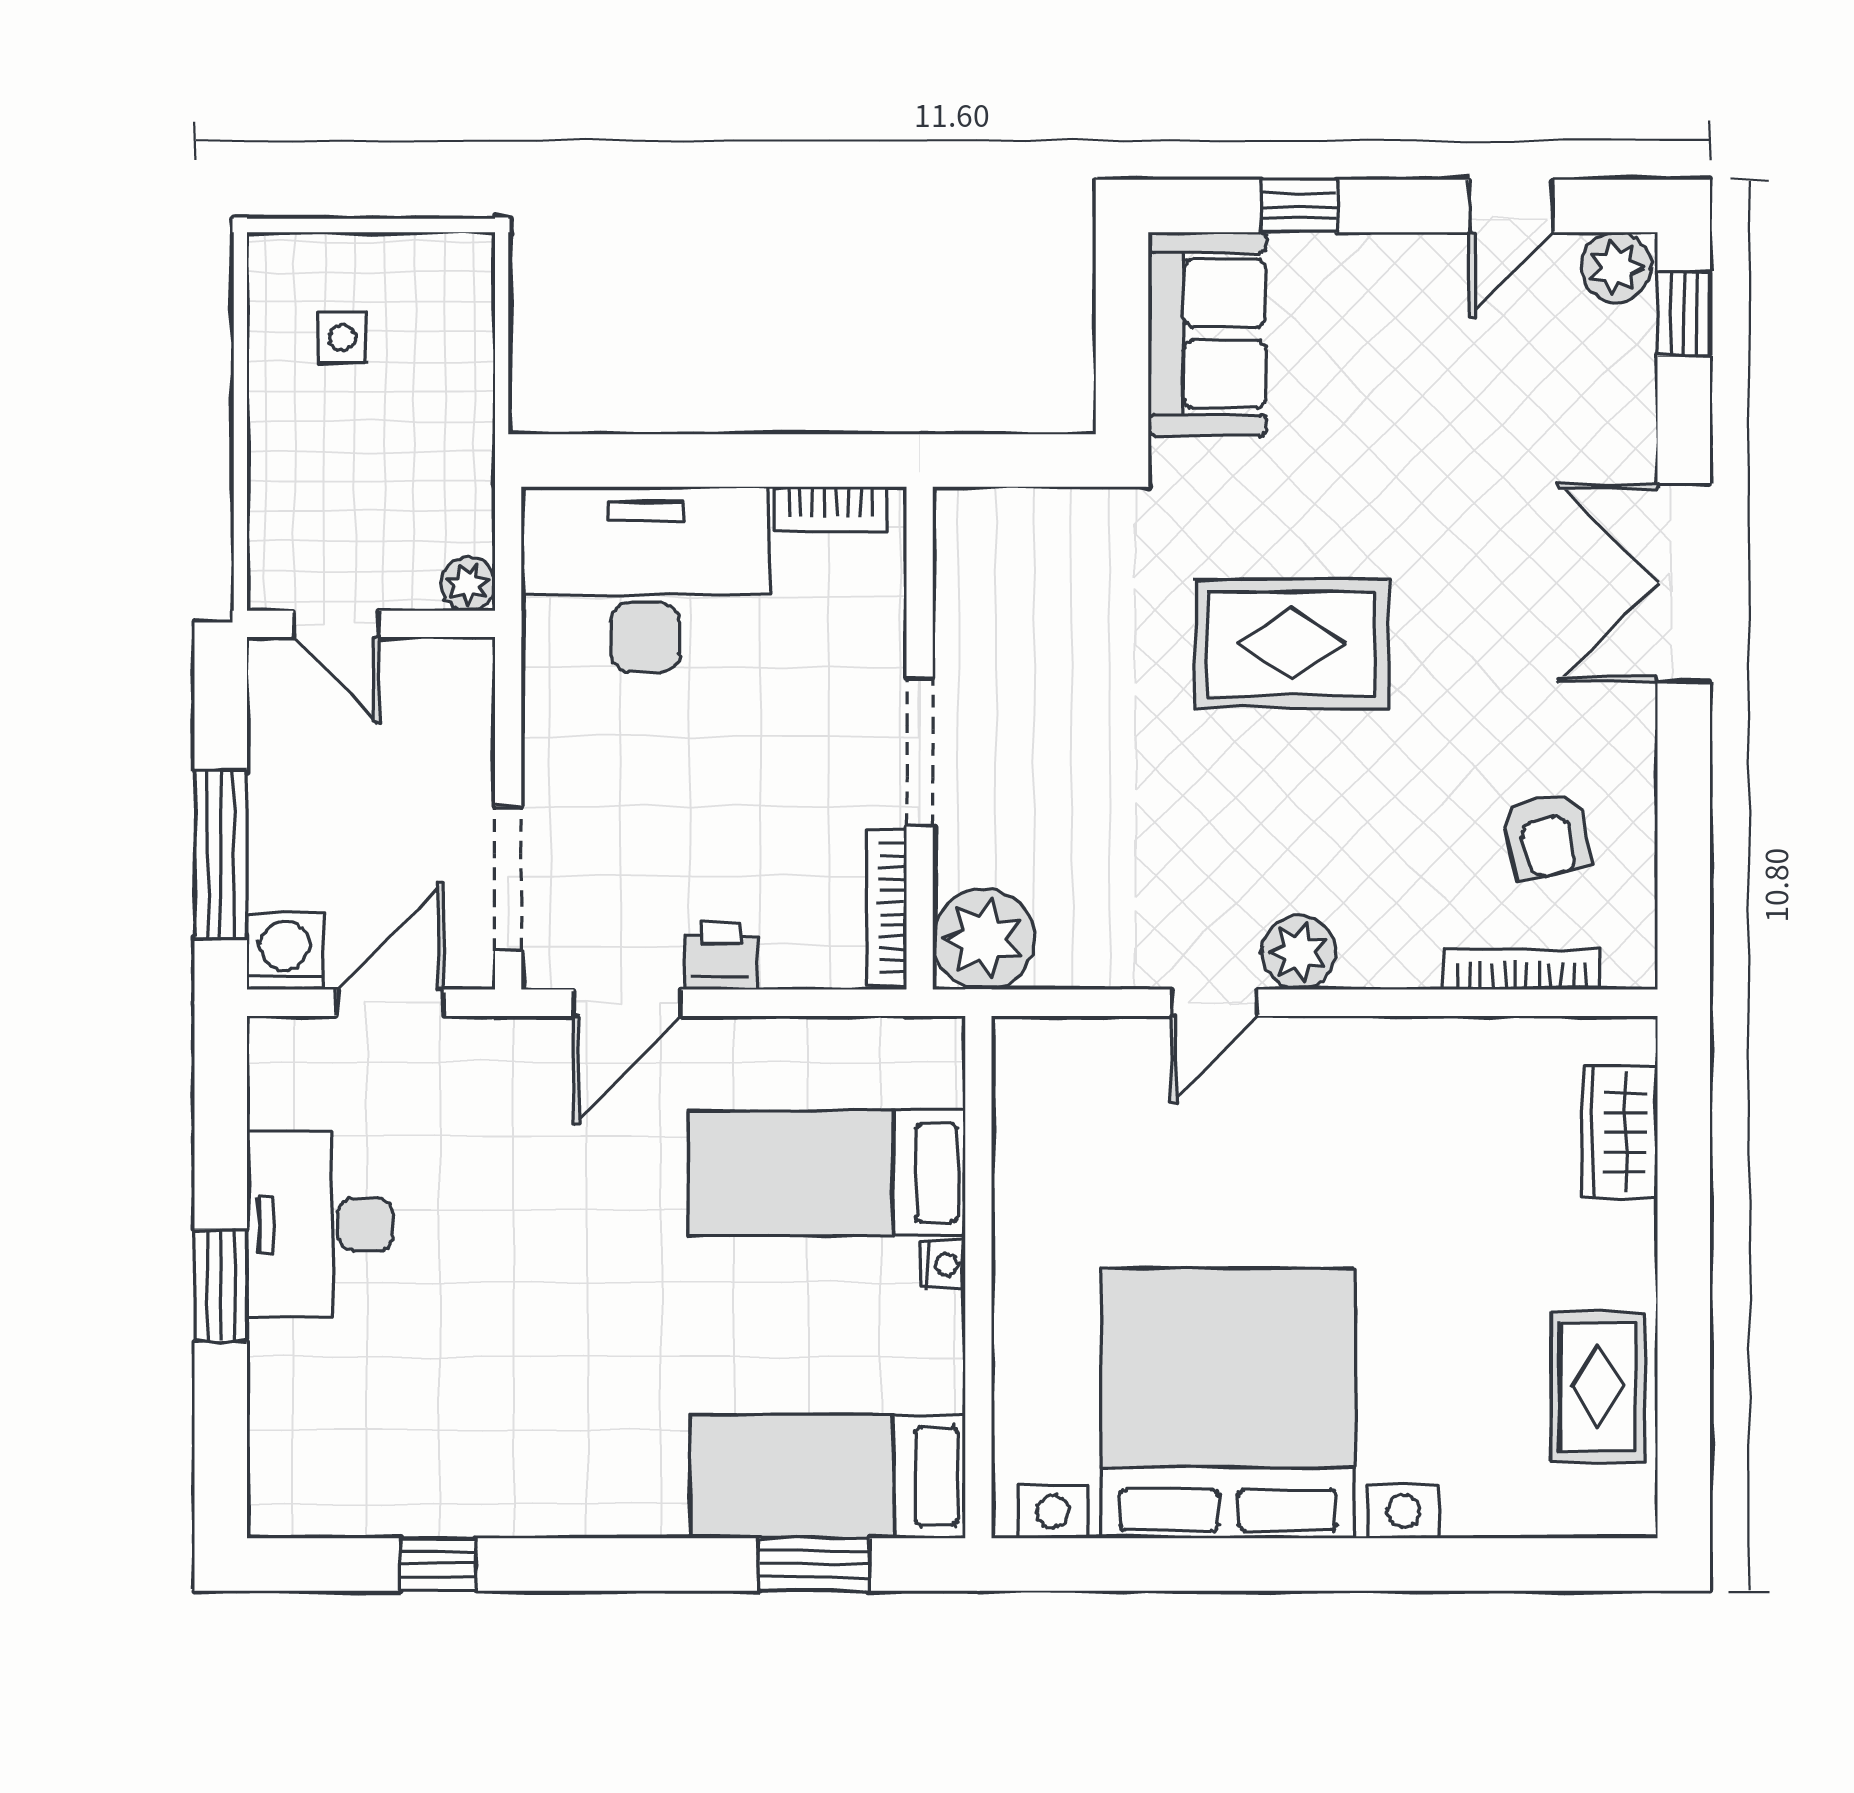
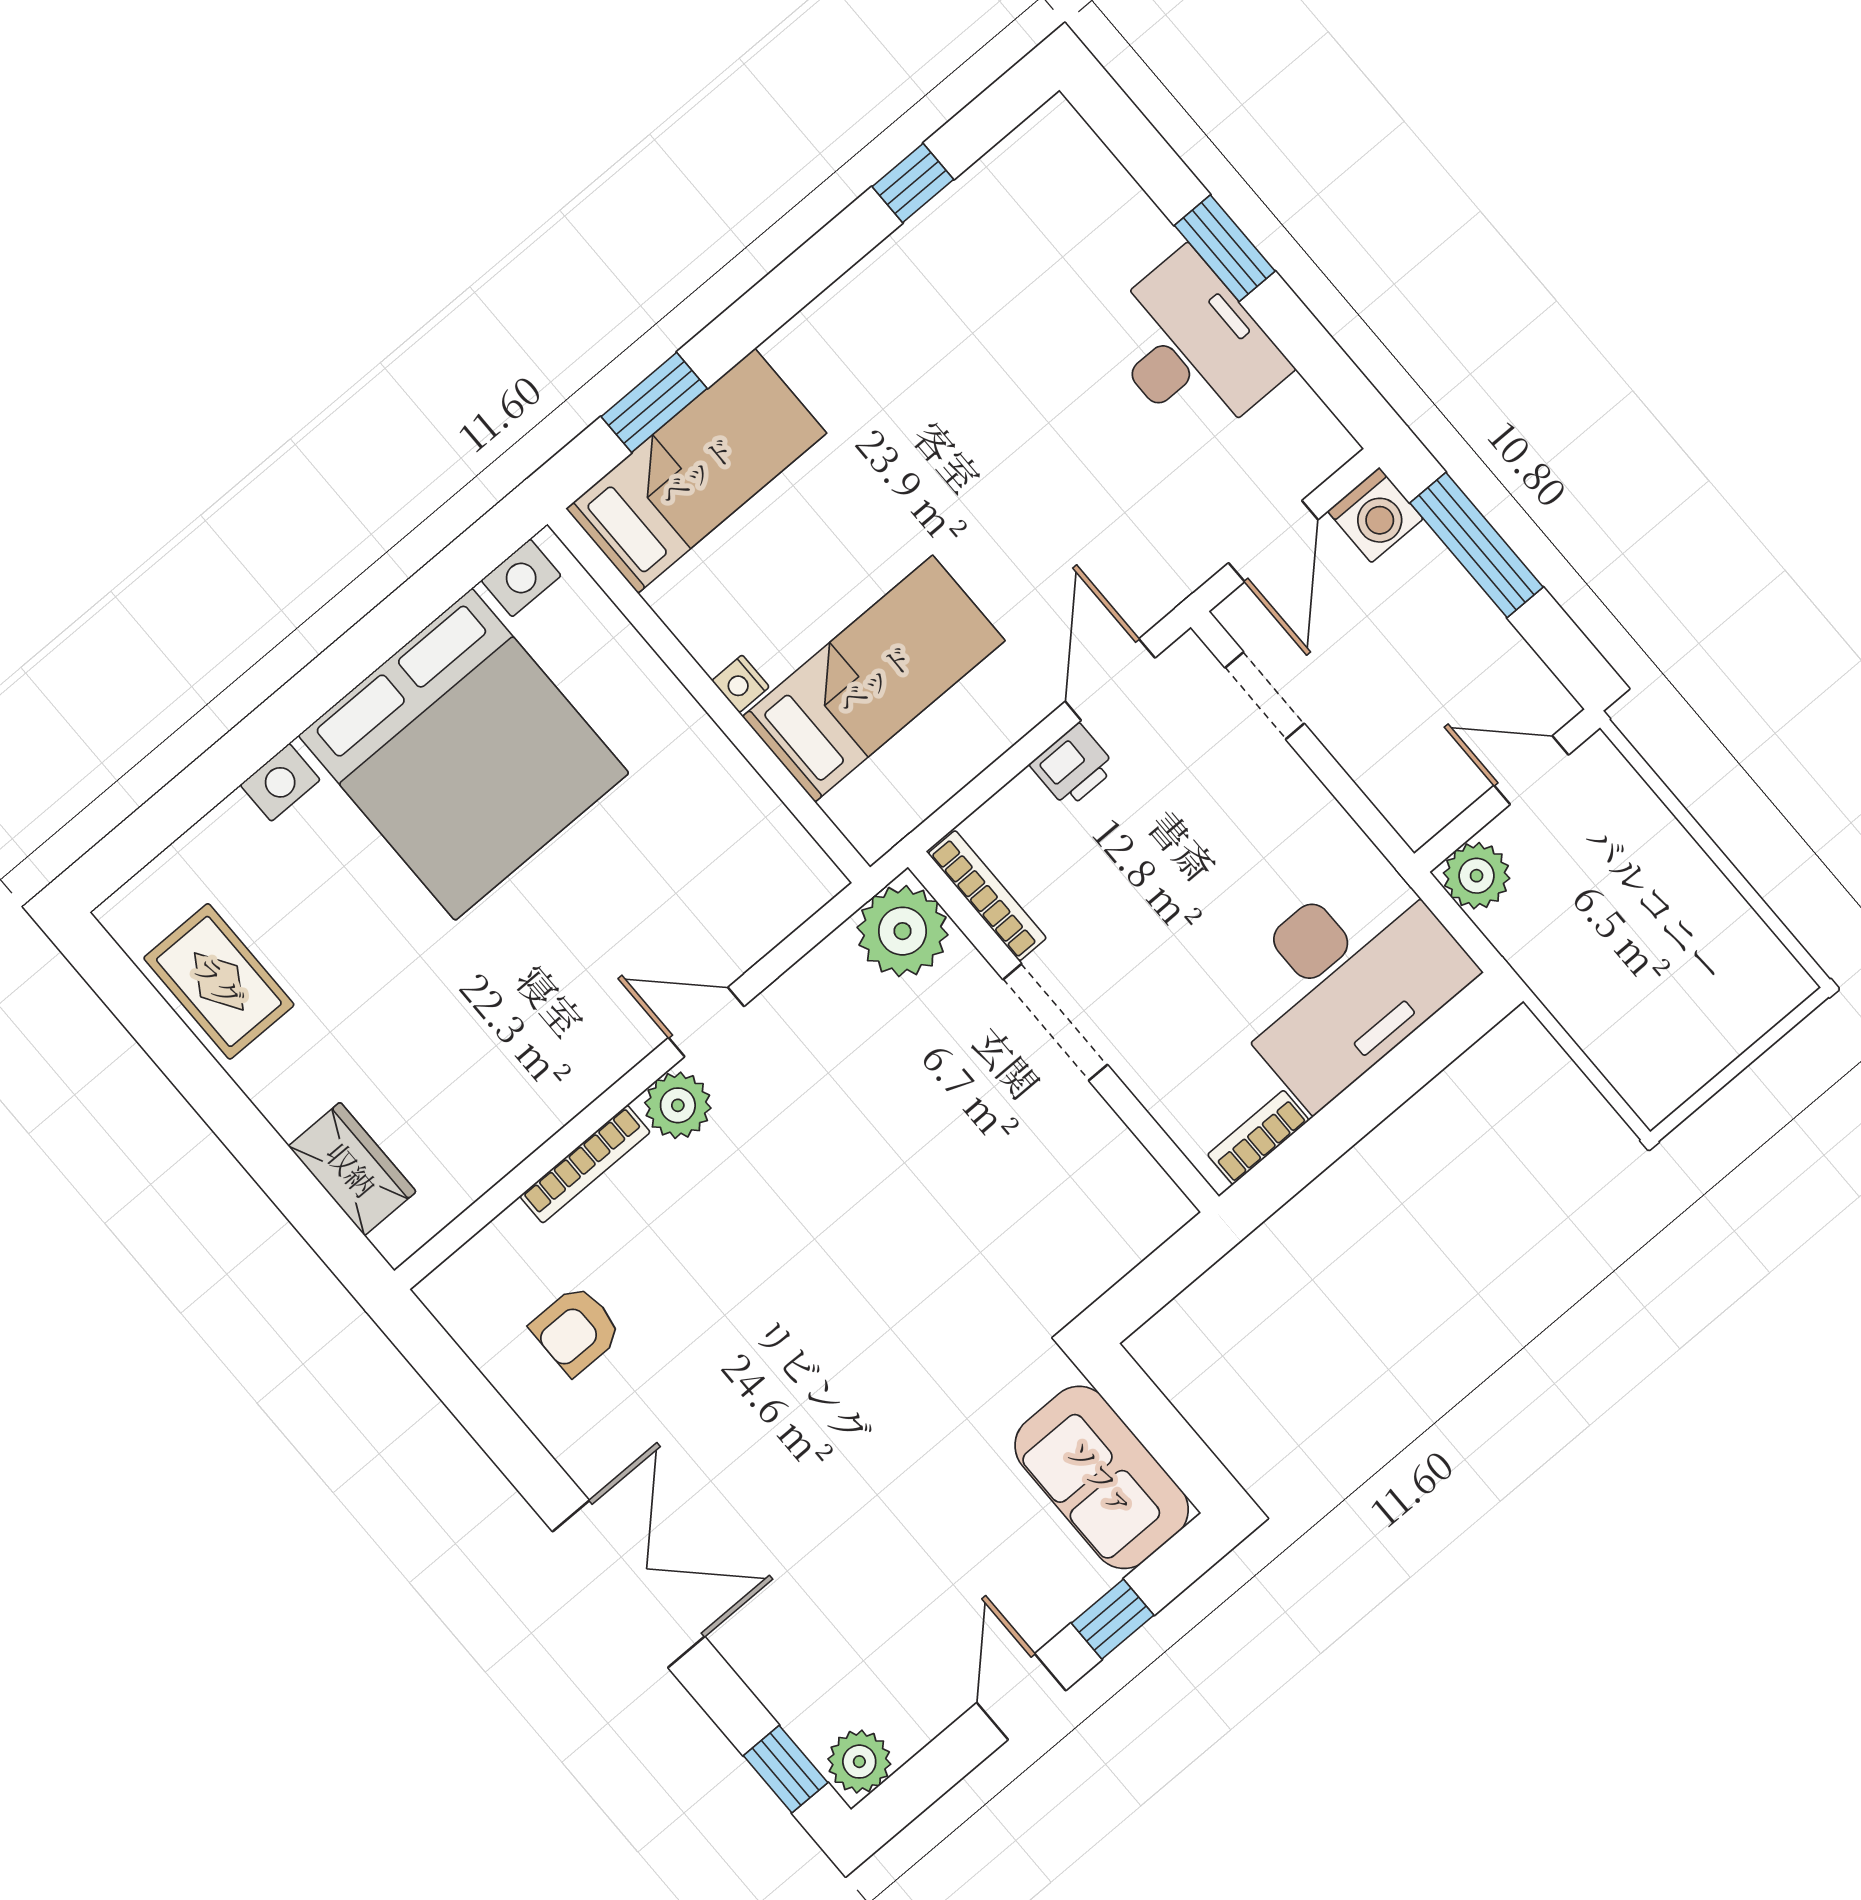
door: (1511, 206) -> (1021, 1697), moved
side table: (343, 338) -> (1694, 971), removed
plant: (468, 584) -> (1477, 876), width x1.38, depth x1.38
rug: (1291, 644) -> (863, 1313), removed
armchair: (1546, 835) -> (576, 1330), turned -77
doorway: (508, 878) -> (1265, 696), width x0.73
bookcase: (1522, 970) -> (585, 1164), moved
door: (1215, 1003) -> (706, 1022), hinge flipped

